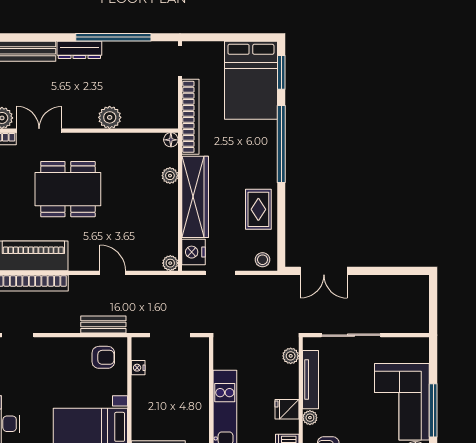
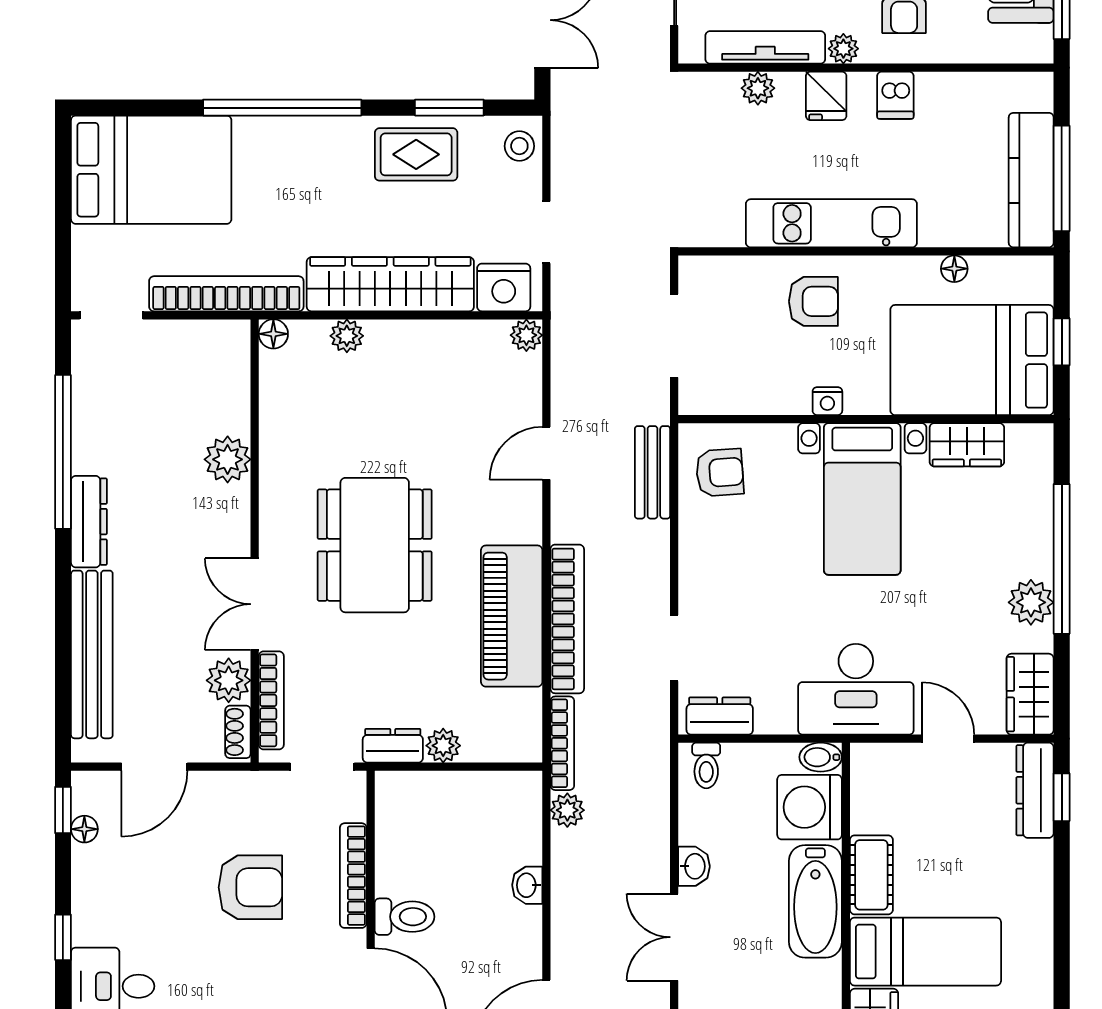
window: (281, 72) -> (449, 108), moved
plant: (291, 356) -> (758, 88), moved
armchair: (103, 357) -> (720, 473), turned 86
nightstand: (138, 368) -> (827, 401), moved
armchair: (187, 403) -> (813, 301), added

